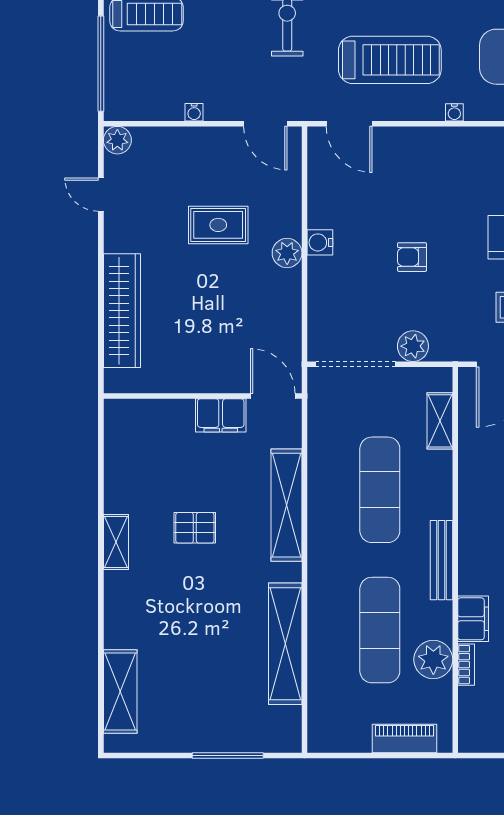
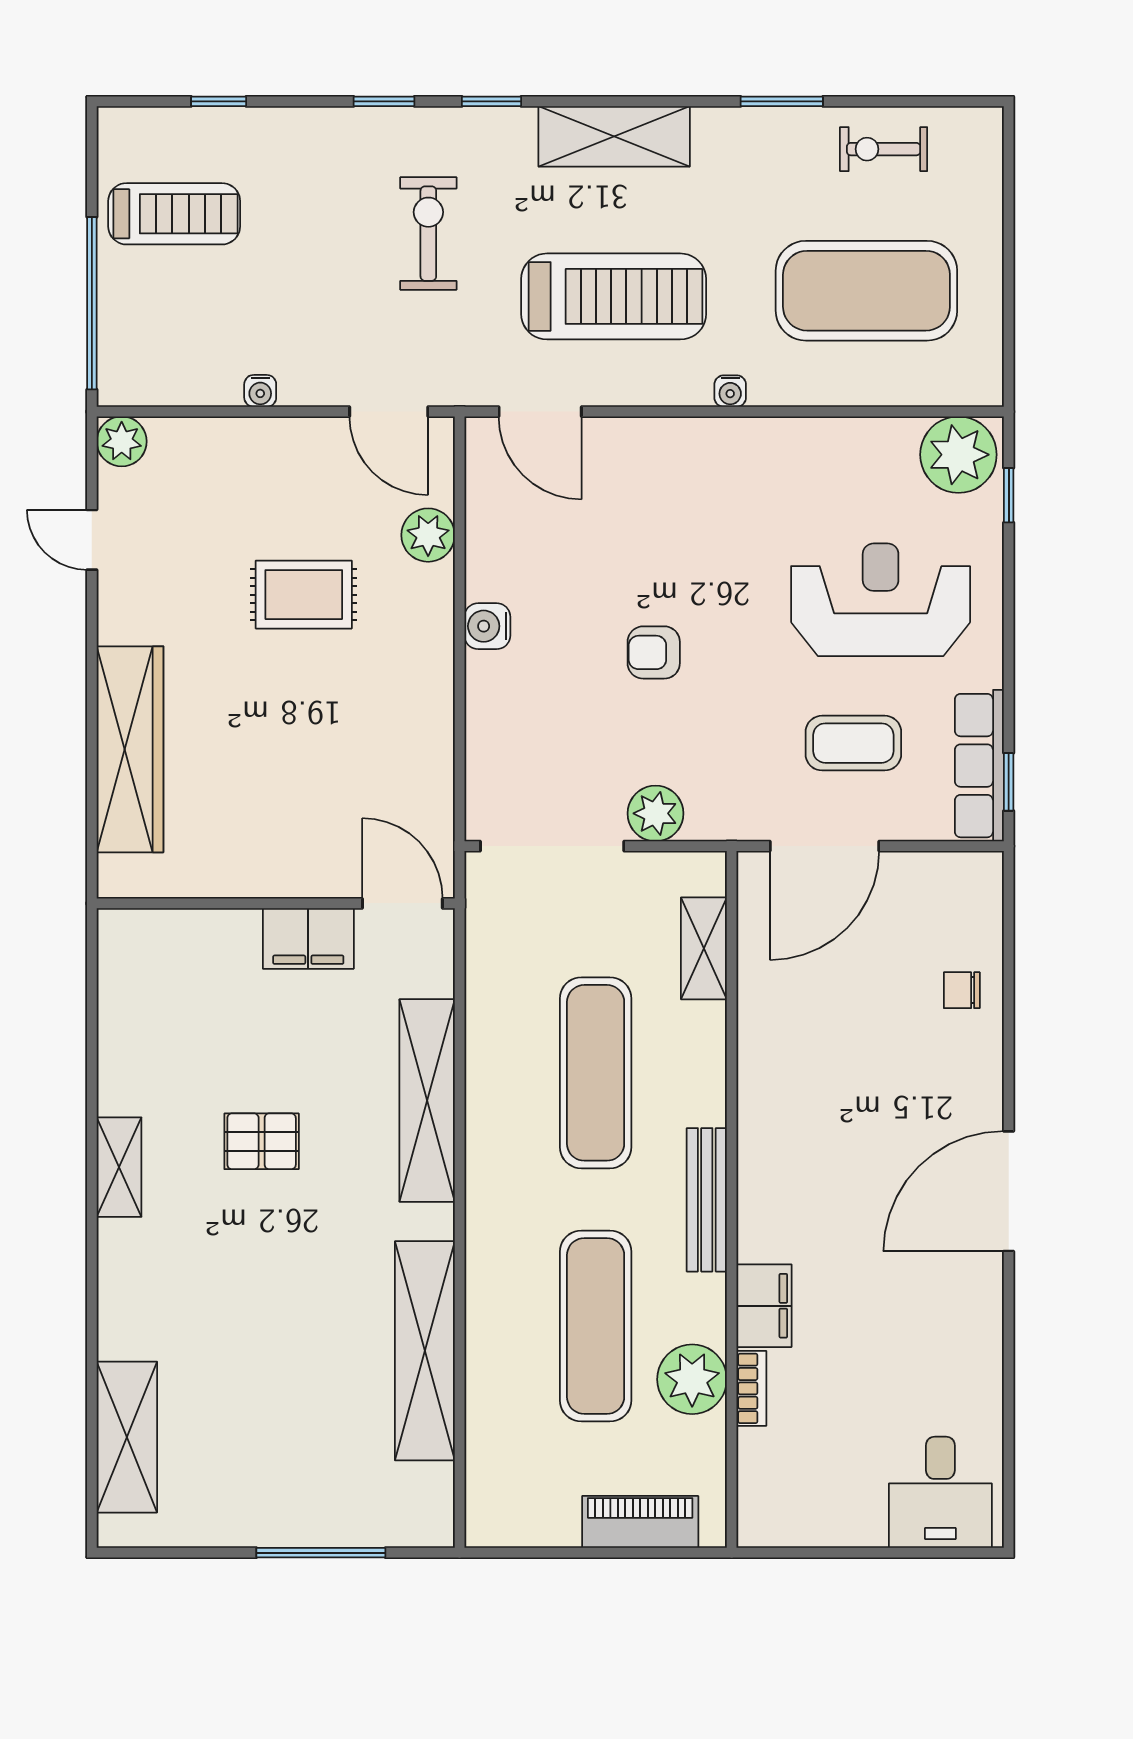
plant: (287, 253) -> (428, 535), moved

